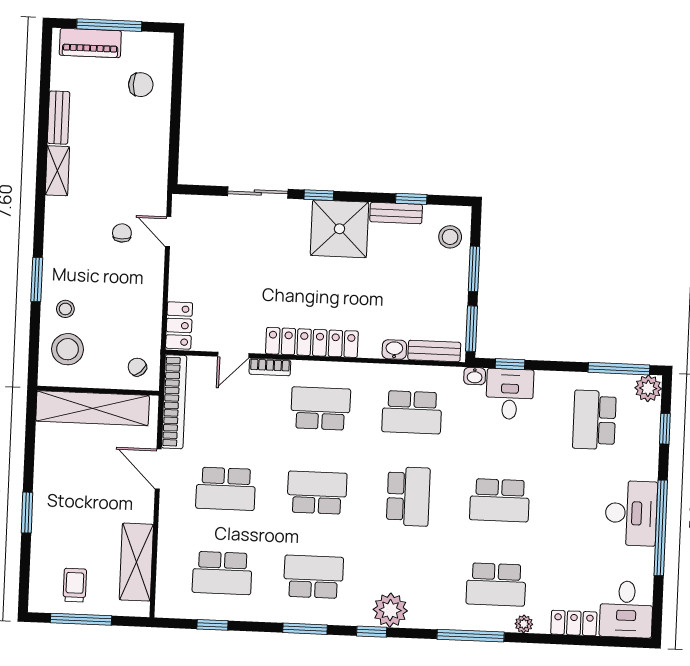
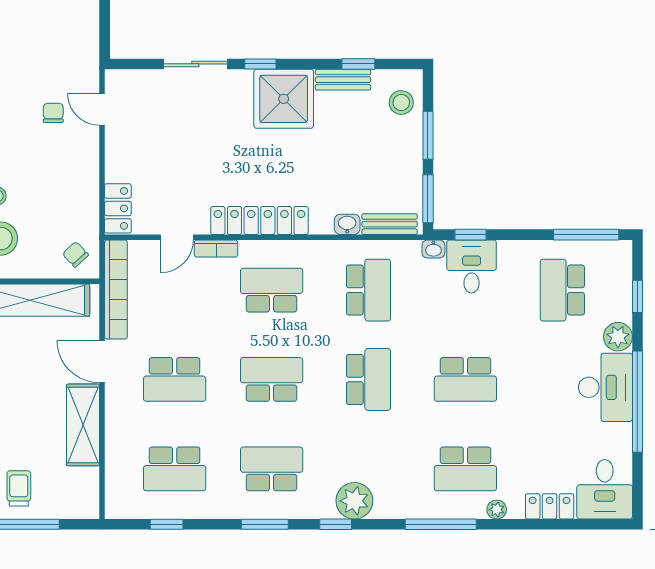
plant: (648, 388) -> (618, 337), moved
school desk: (412, 412) -> (368, 290), turned -90
shelving: (136, 562) -> (83, 425), moved

